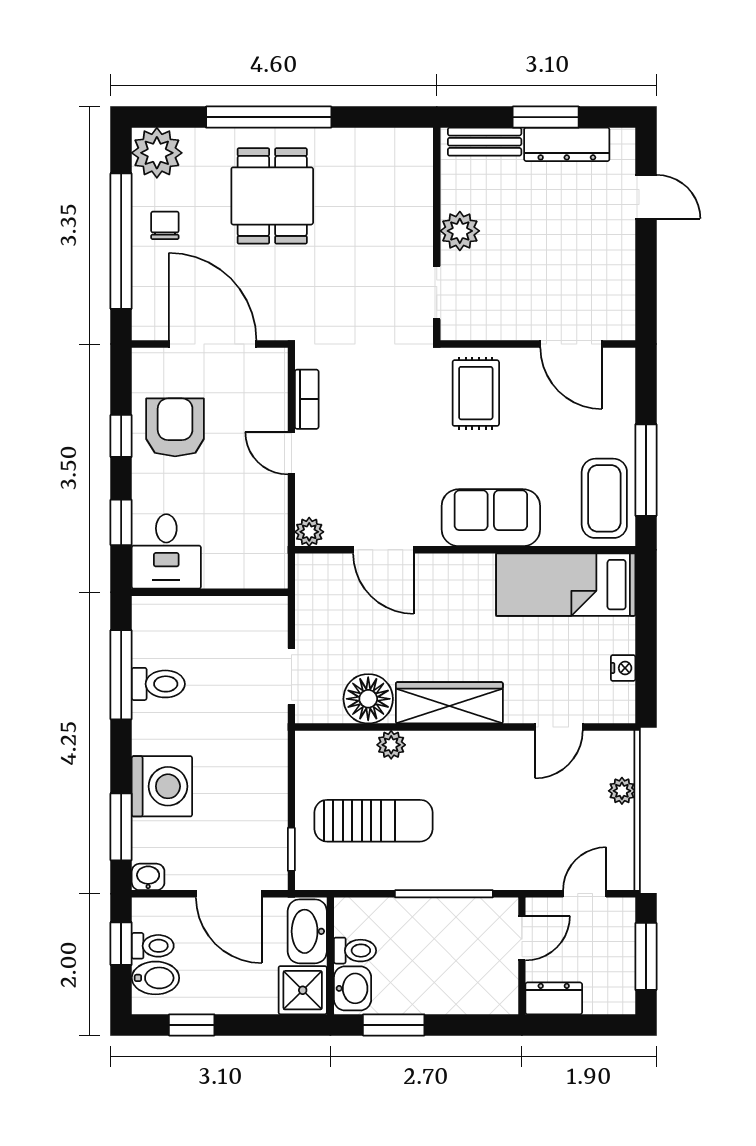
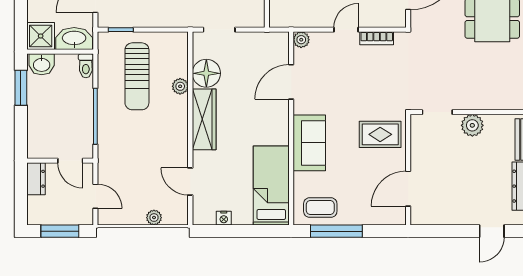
coffee table: (604, 498) -> (320, 208), width x0.73, depth x0.77
toilet: (355, 951) -> (86, 66), moved

